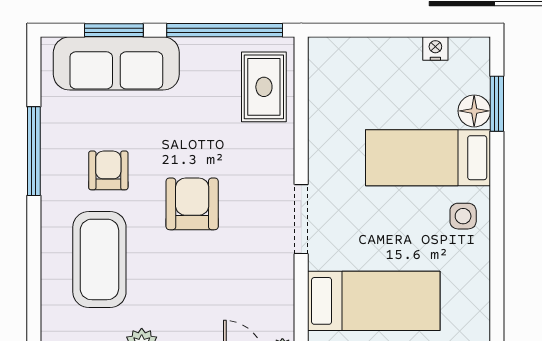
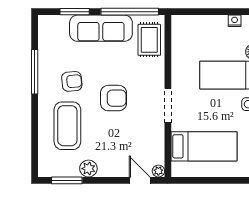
sofa: (116, 63) -> (101, 28), moved
armchair: (108, 170) -> (72, 81), turned 85
armchair: (192, 204) -> (114, 98), turned 90

